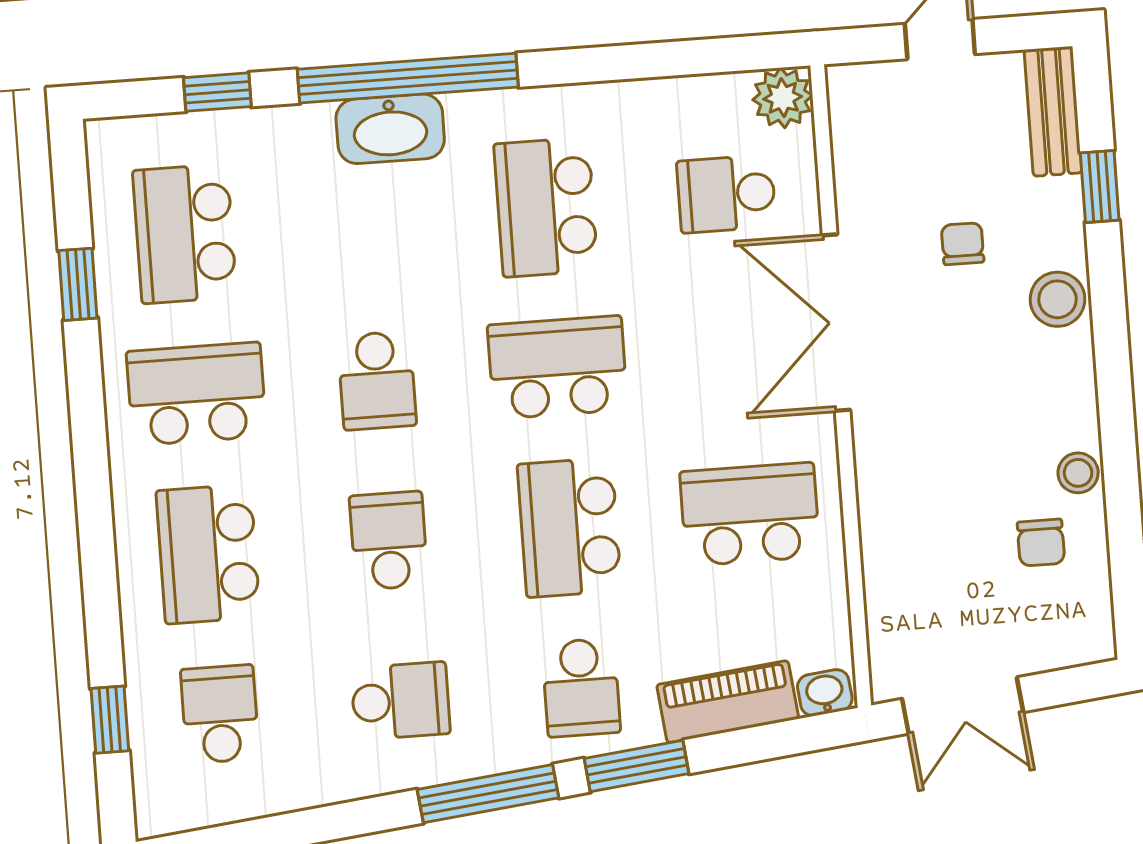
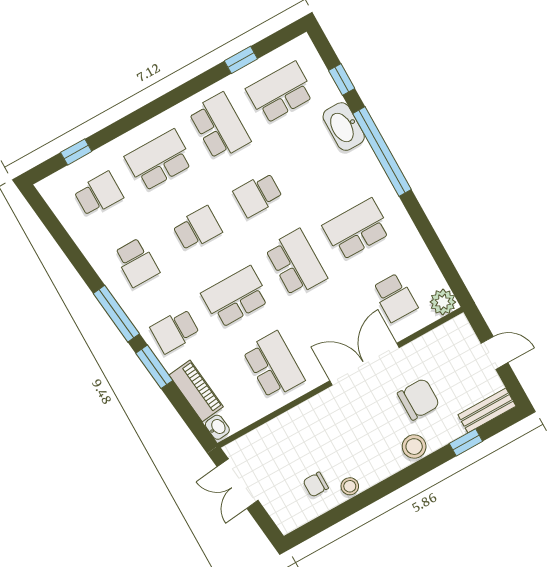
washbasin: (390, 129) -> (344, 127), moved
school desk: (726, 194) -> (395, 298), turned 180
chair: (963, 244) -> (419, 399), width x1.87, depth x1.87

